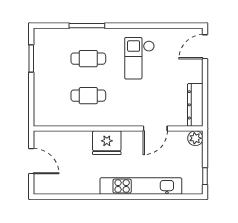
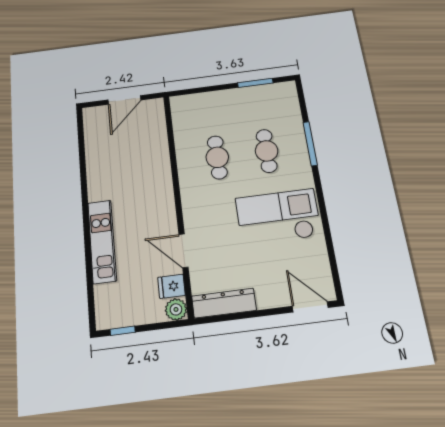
checkout: (139, 58) -> (278, 217), width x1.36, depth x1.21
fridge: (107, 143) -> (171, 286), moved, width x0.53, depth x0.75
kitchen unit: (141, 186) -> (102, 241), width x0.73

